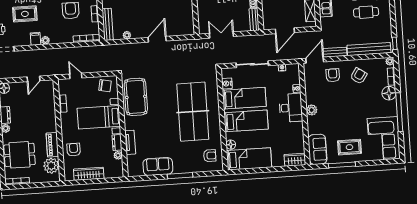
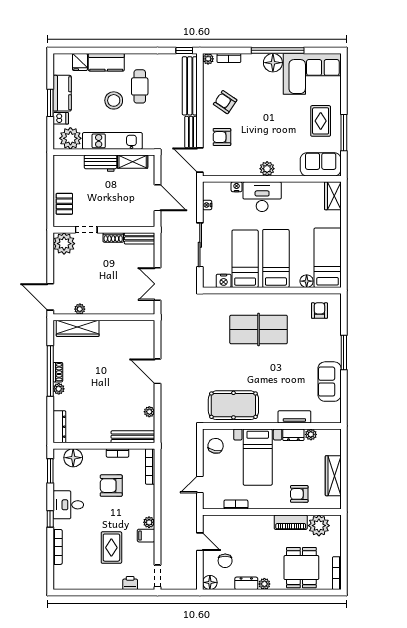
floor lamp: (389, 93) -> (273, 63), moved
chair: (21, 98) -> (225, 561), added
table tennis table: (193, 112) -> (259, 329), width x0.73, depth x0.76

